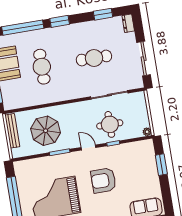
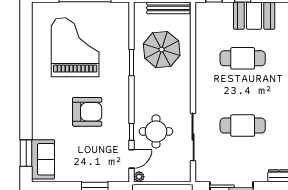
cafe table: (94, 58) -> (243, 126), turned 90
door: (88, 147) -> (132, 159), moved
armchair: (103, 180) -> (87, 112), turned 90

